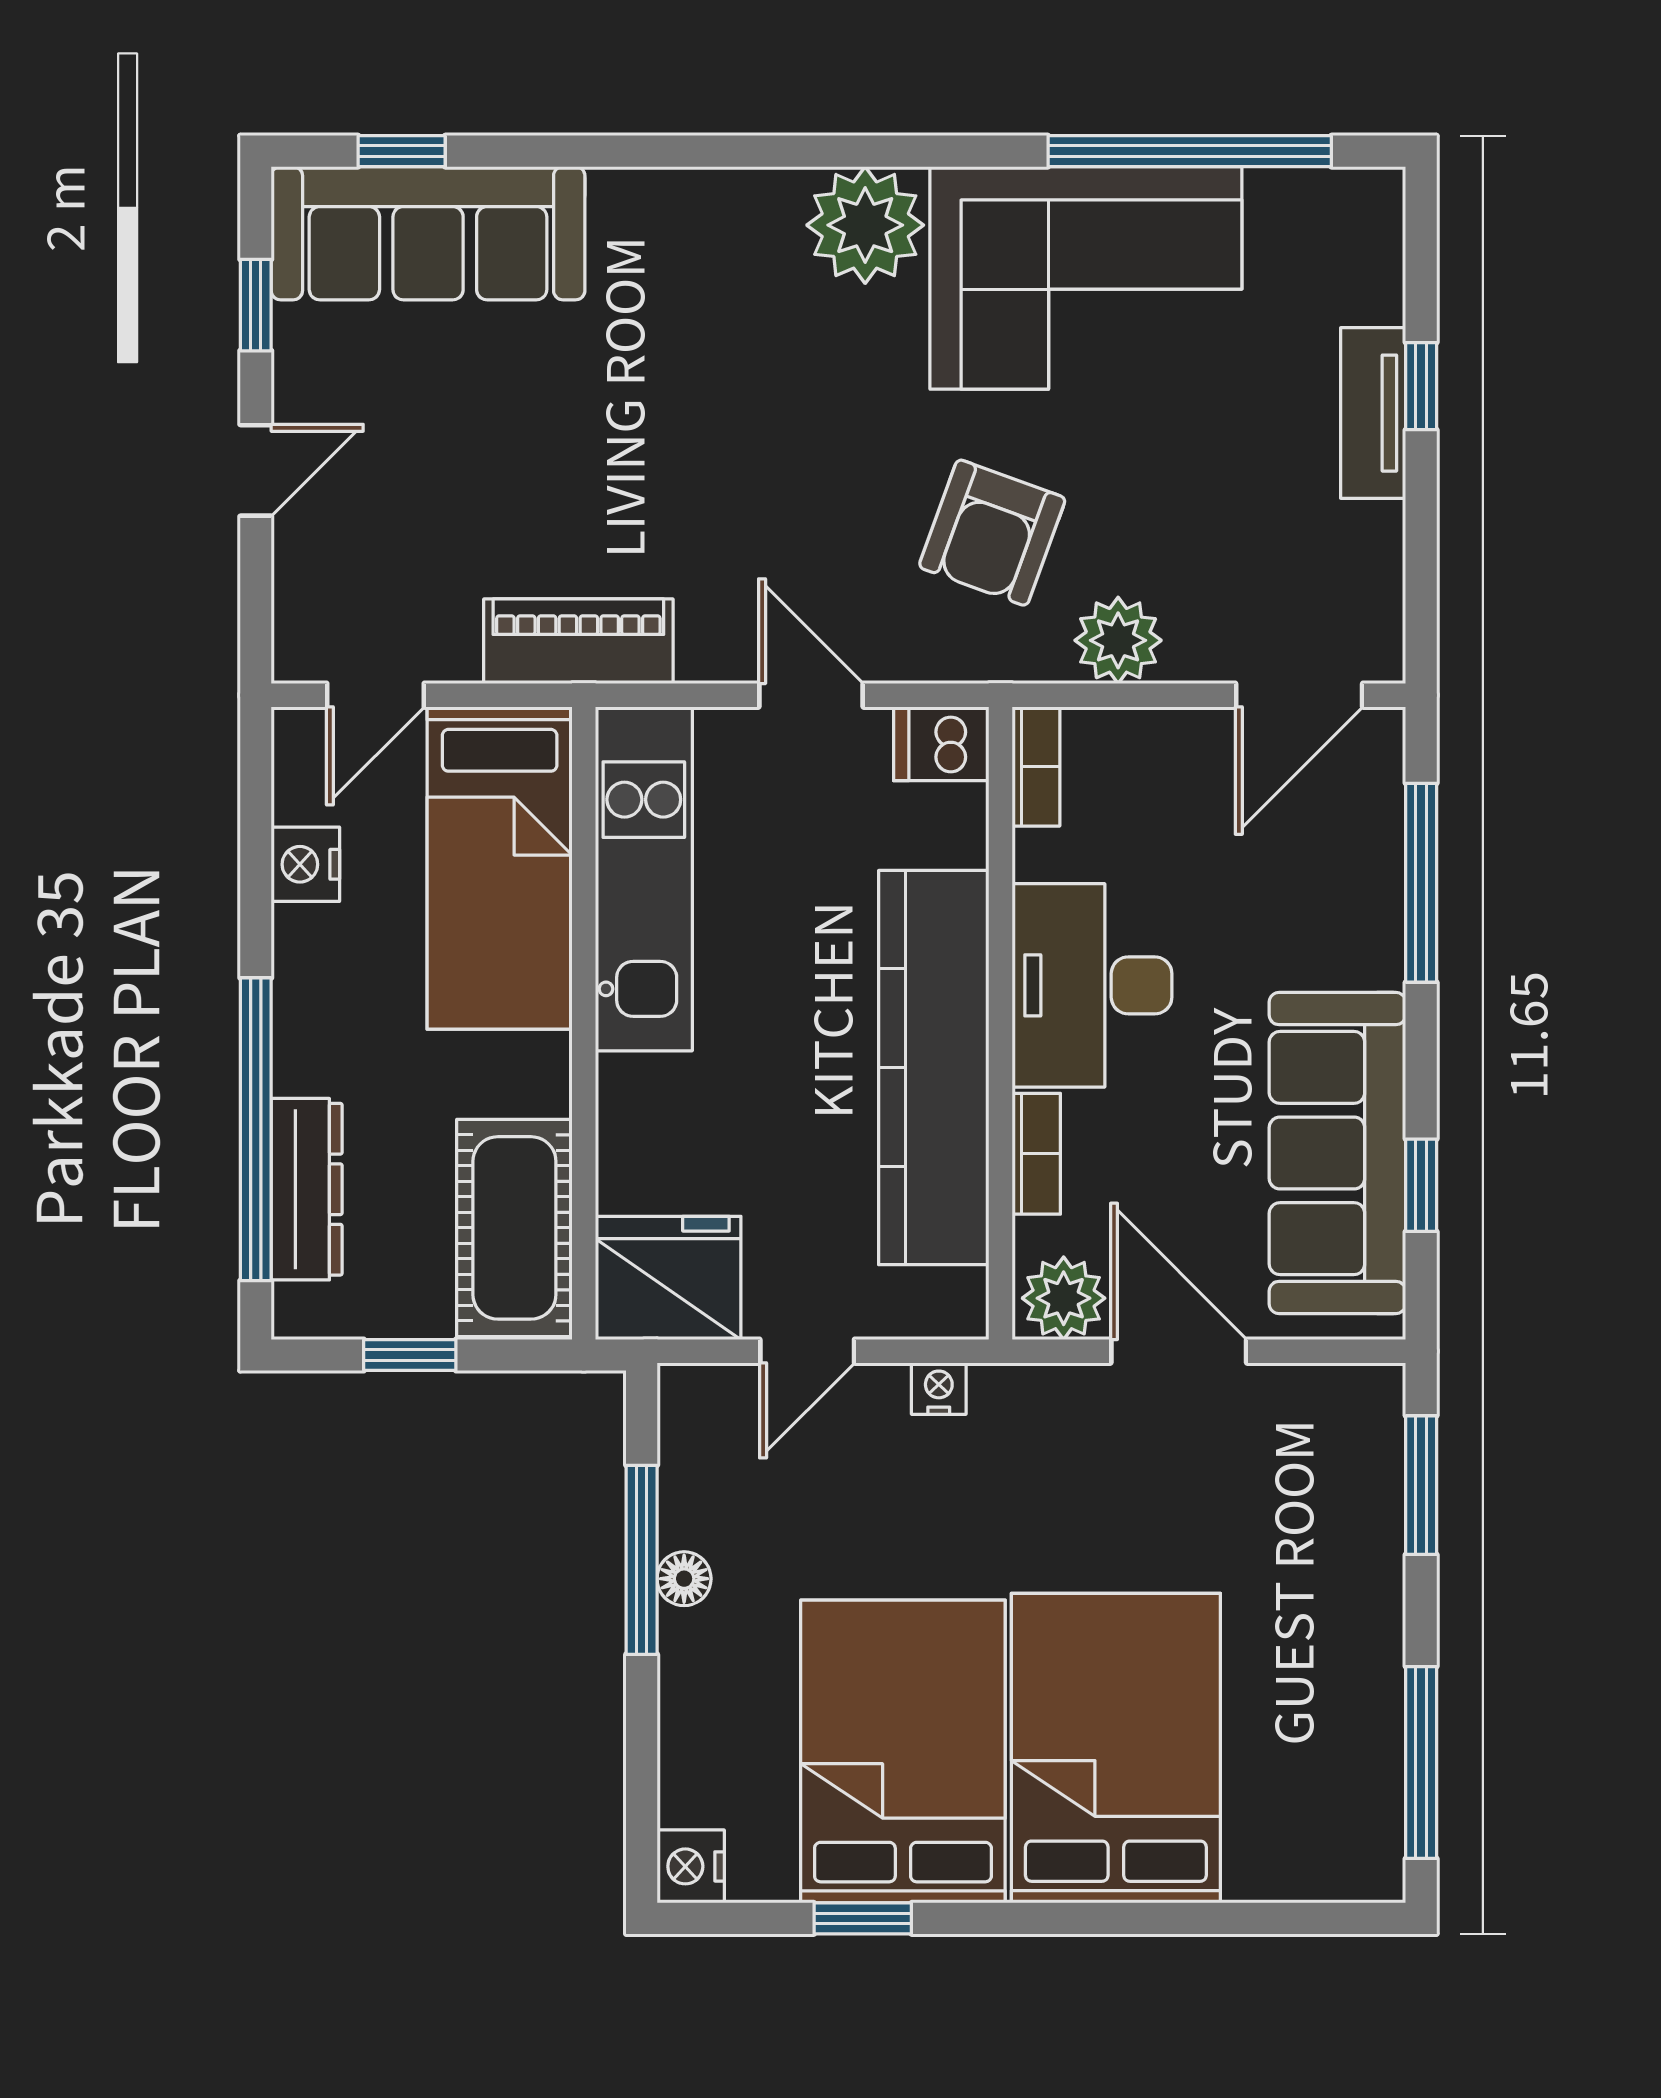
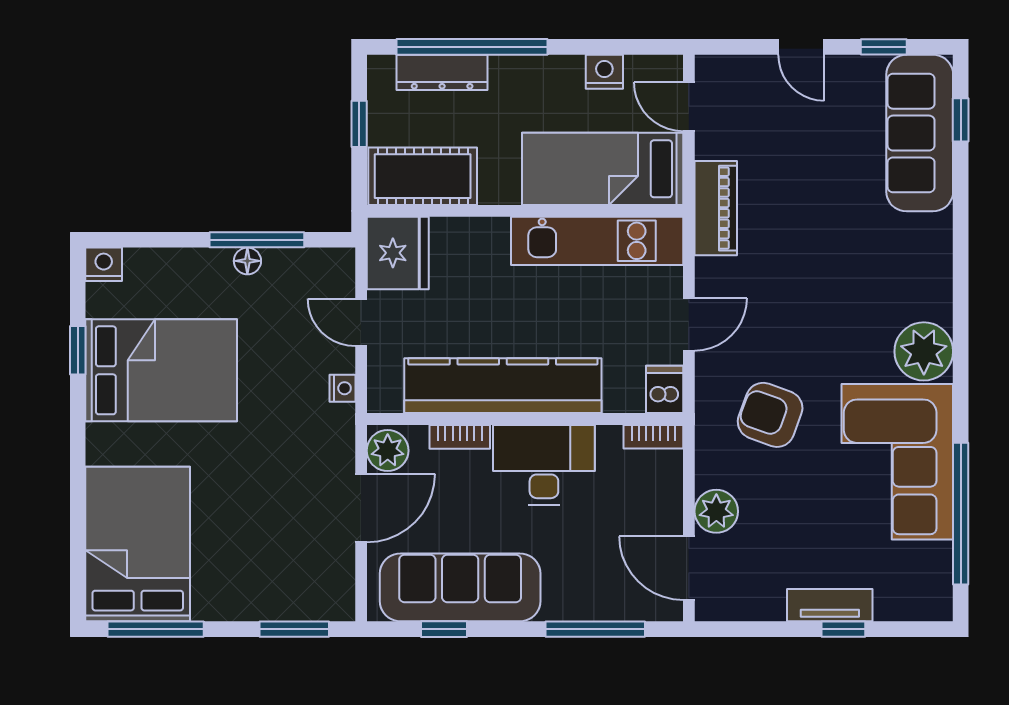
plant: (1118, 640) -> (716, 511), moved
bed: (1116, 1748) -> (138, 544), moved, turned -90

